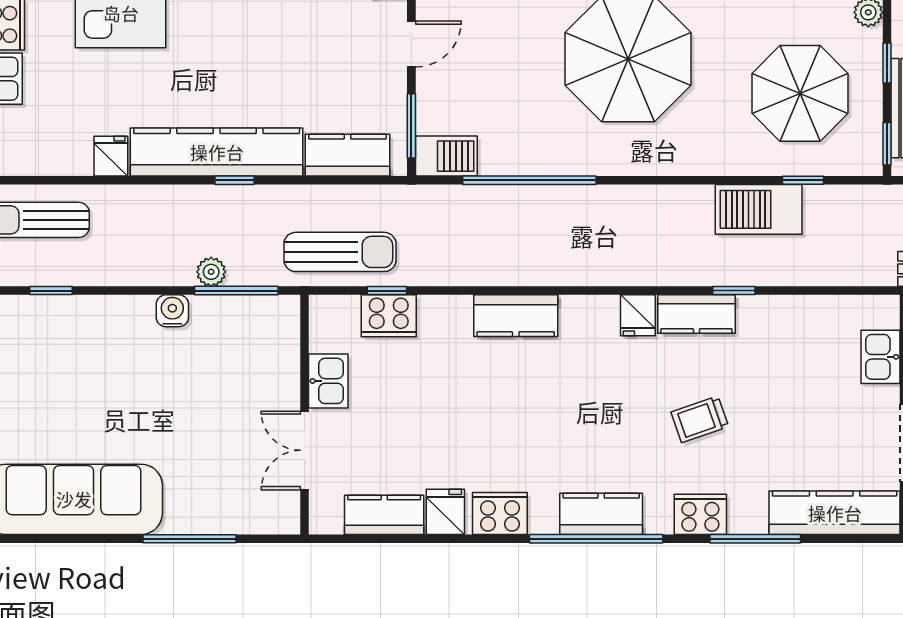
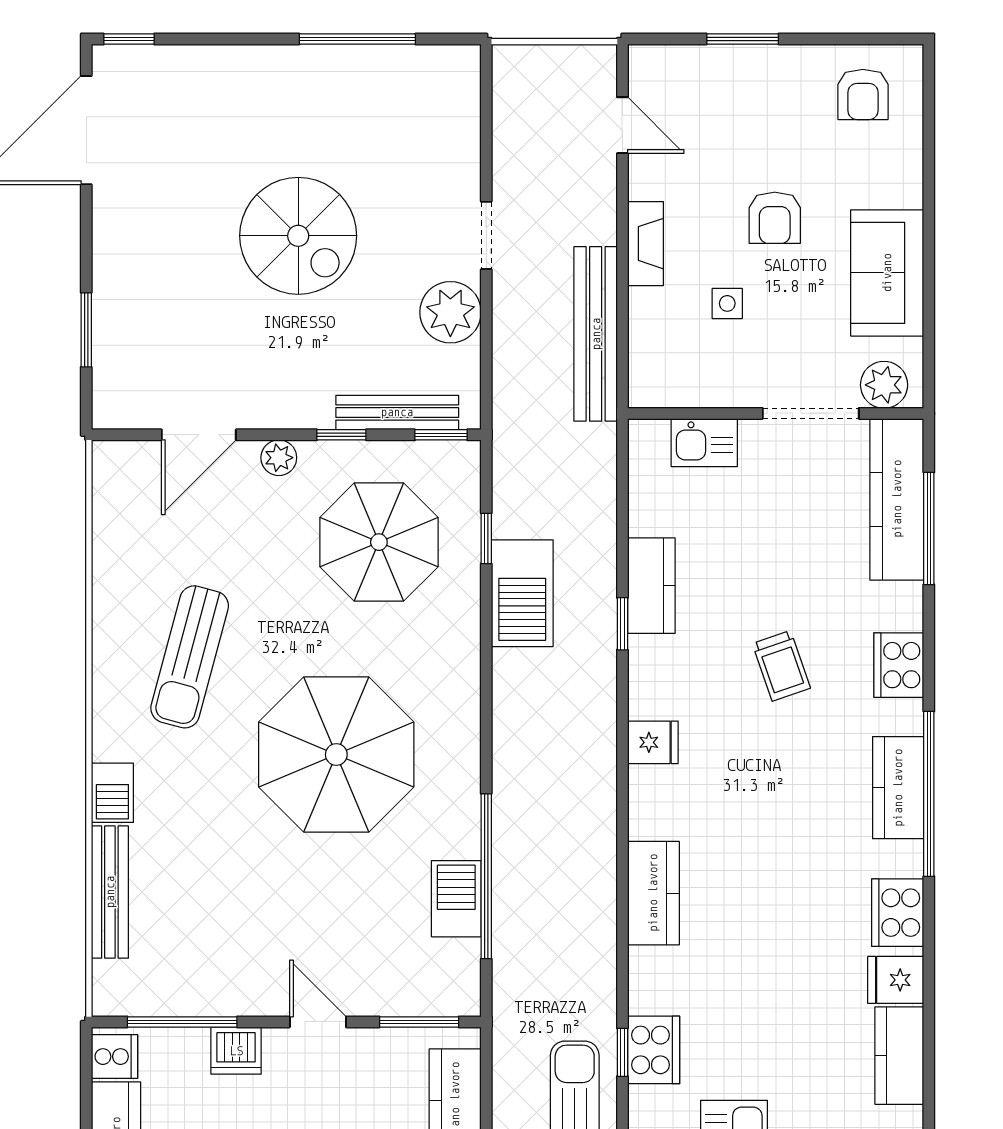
barbecue: (446, 156) -> (456, 899), moved
kitchen counter: (696, 314) -> (651, 586), moved
window: (755, 539) -> (929, 528), moved

